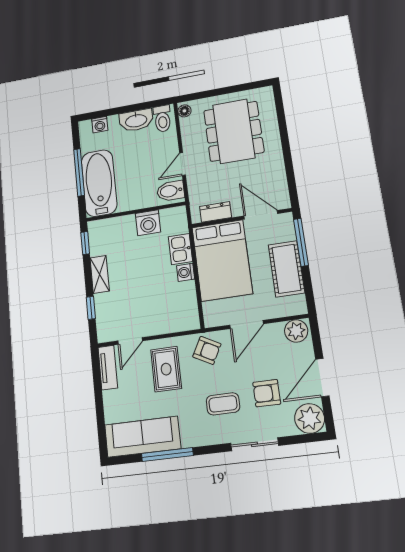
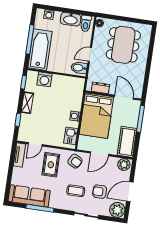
washing machine: (148, 223) -> (45, 79), moved
kitchen sink: (180, 249) -> (71, 136), moved
cot: (286, 269) -> (127, 142), moved

